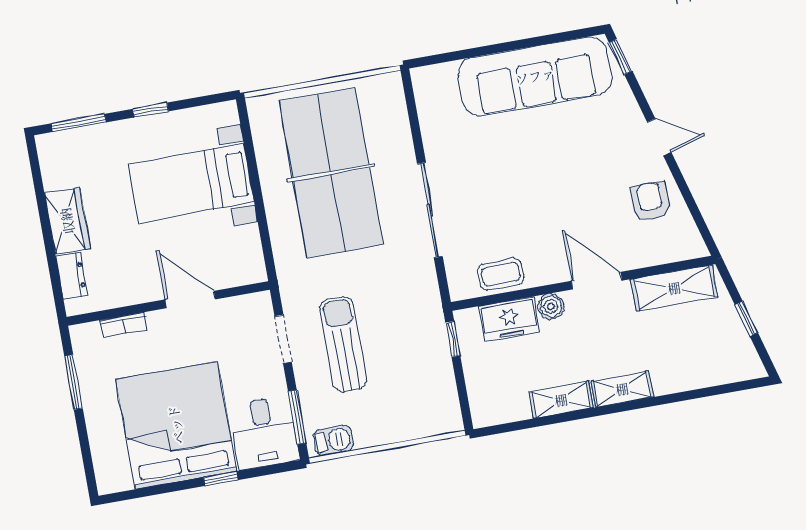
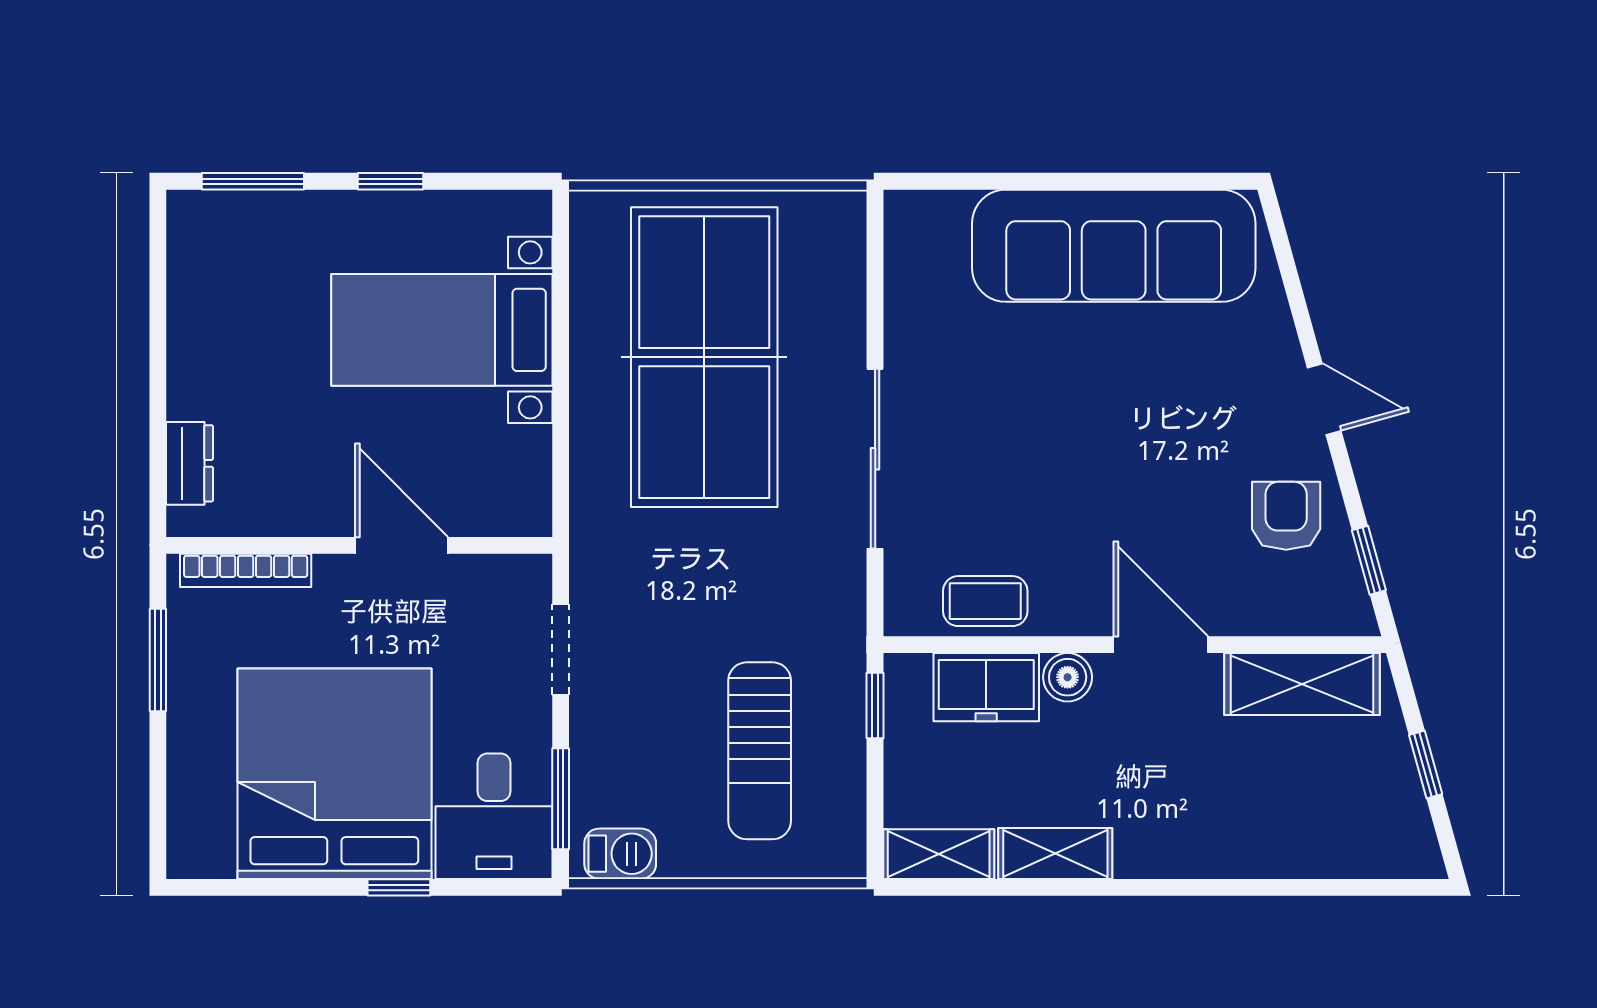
window: (621, 57) -> (1369, 560), moved
wardrobe: (67, 221) -> (200, 359), removed
bookcase: (123, 325) -> (246, 570), width x1.56
sun lounger: (343, 344) -> (760, 751), moved, turned 180
shelving: (622, 389) -> (939, 854), moved

